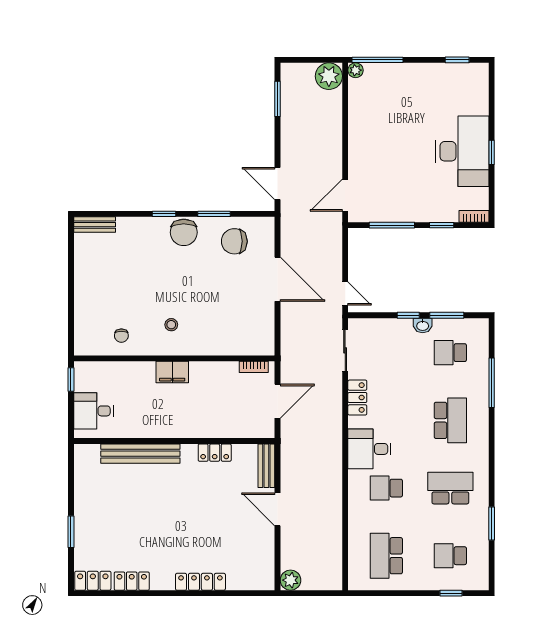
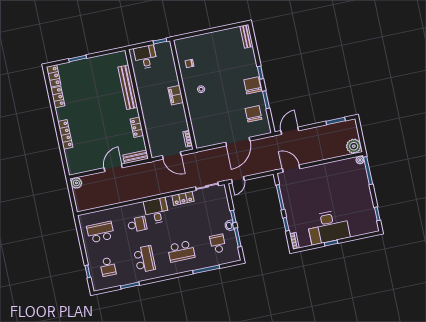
chair: (184, 232) -> (253, 85), turned 90
school desk: (386, 488) -> (137, 224), turned 90
school desk: (450, 556) -> (108, 267), turned 180

